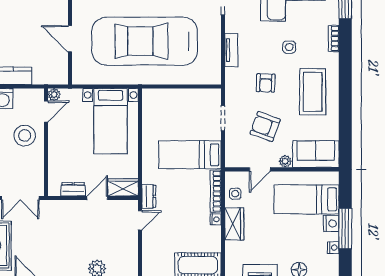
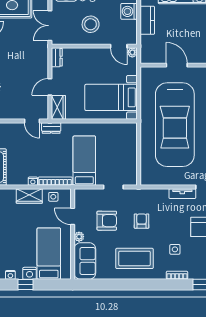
door: (70, 39) -> (177, 65), hinge flipped
car: (145, 41) -> (175, 125), turned 180
side table: (289, 47) -> (175, 249), moved
tv unit: (231, 50) -> (182, 194), moved
armchair: (266, 83) -> (142, 221), turned 88
armchair: (265, 127) -> (107, 221), turned 70
stool: (25, 136) -> (91, 24), moved
dresser: (73, 189) -> (57, 57), moved
door: (97, 198) -> (50, 87), swing flipped
window: (345, 229) -> (25, 285), width x0.46

